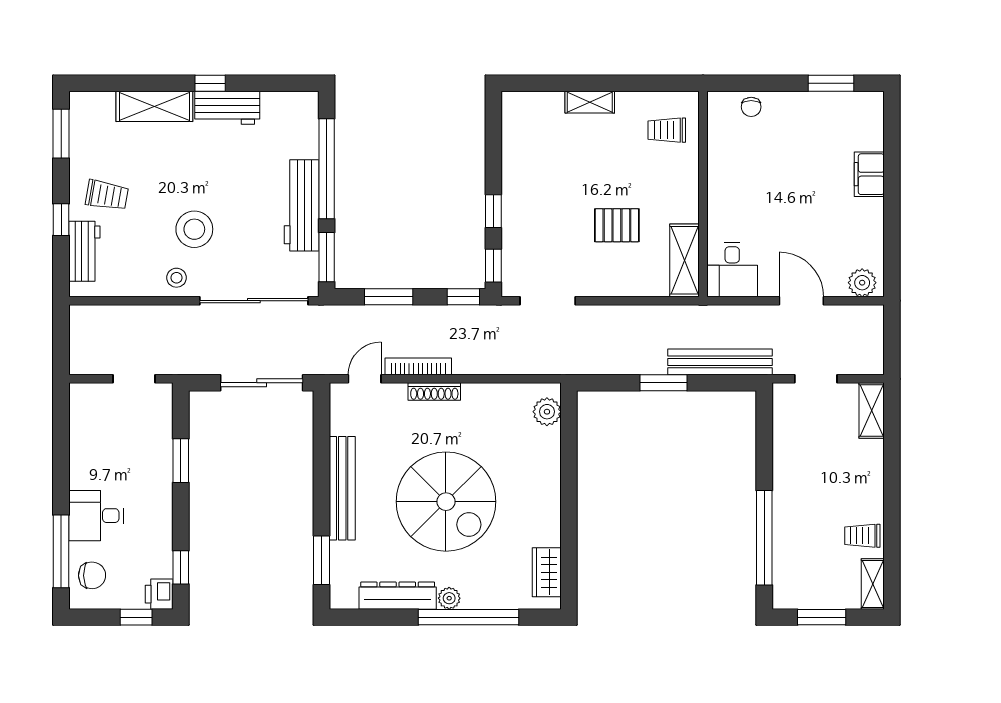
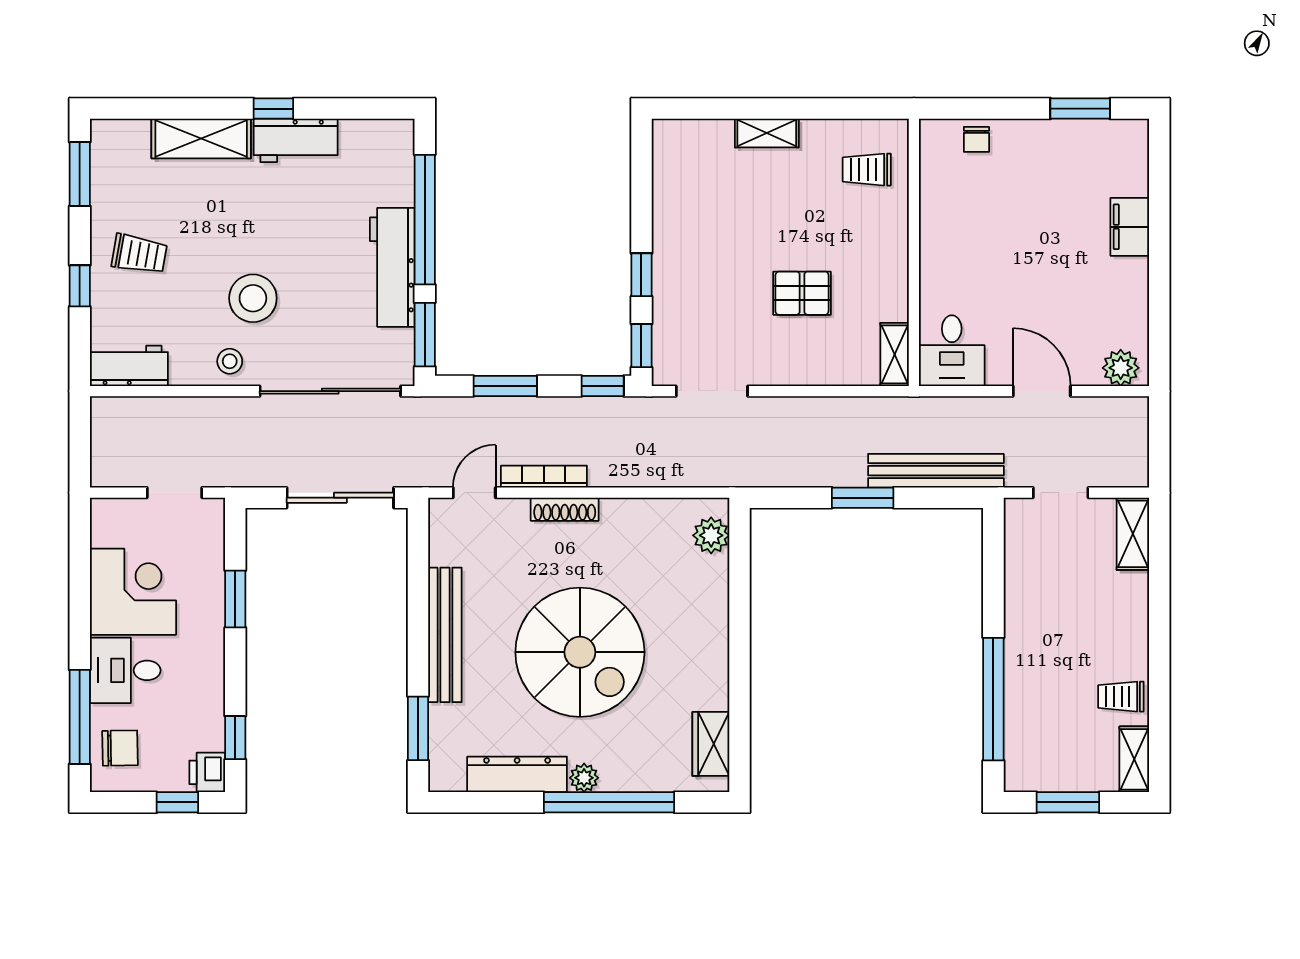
workbench: (84, 251) -> (129, 366), moved, turned -90
shelving: (685, 260) -> (895, 354), width x0.67, depth x0.75
corner desk: (102, 455) -> (133, 592), added

